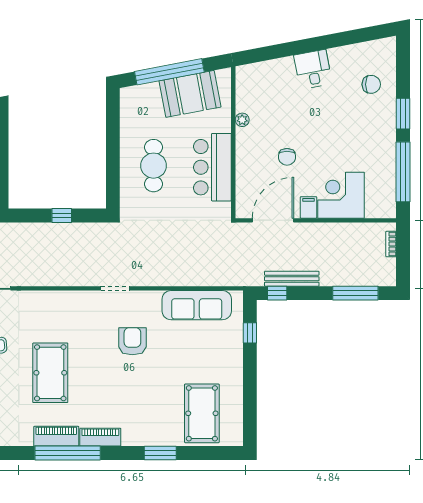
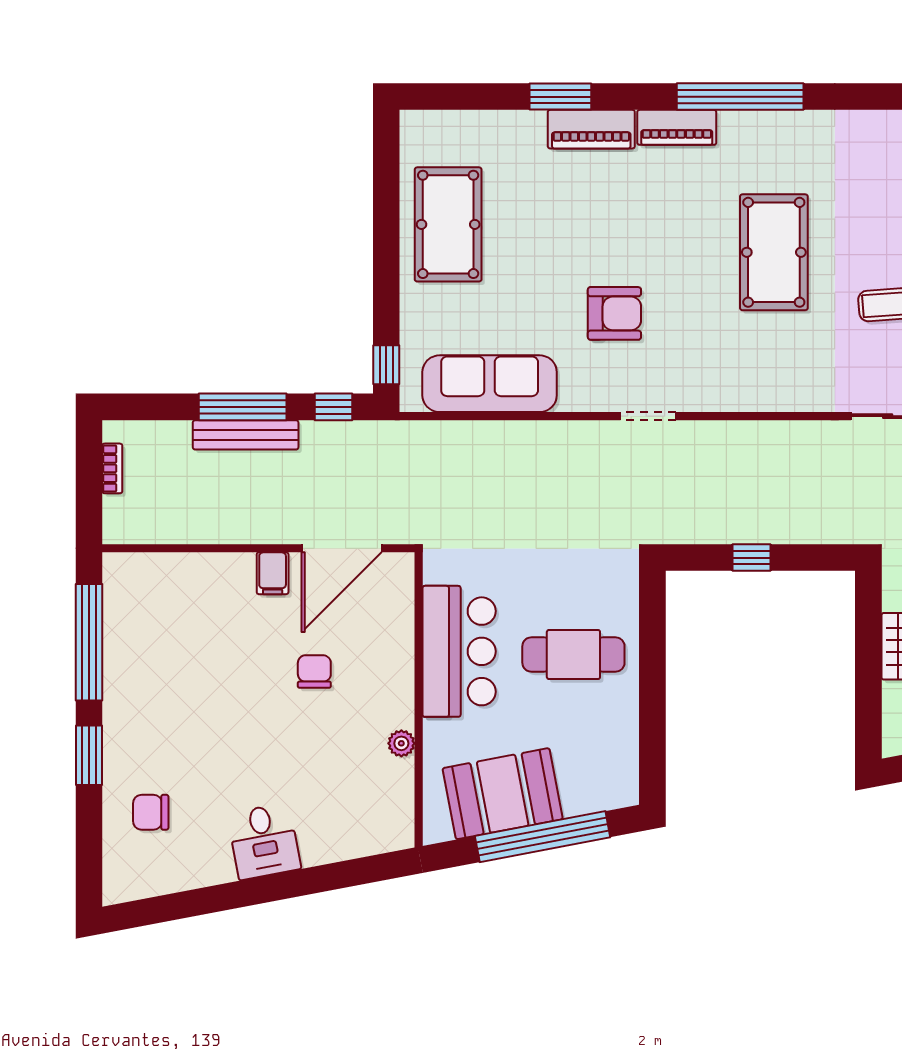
cafe table: (154, 166) -> (573, 654), turned 90
corner desk: (341, 195) -> (209, 597), removed
bookcase: (391, 244) -> (112, 468), moved
bench: (292, 279) -> (246, 435), moved
window: (355, 293) -> (243, 407), moved
window: (250, 333) -> (386, 365), moved
armchair: (132, 341) -> (614, 313), turned -90
pool table: (202, 413) -> (448, 224), moved
piano: (56, 436) -> (591, 129), moved

